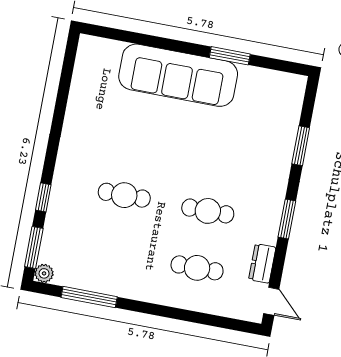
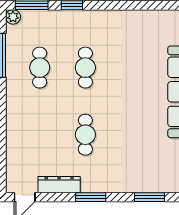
dresser: (262, 263) -> (59, 185), width x1.44
cafe table: (197, 268) -> (40, 68), moved

